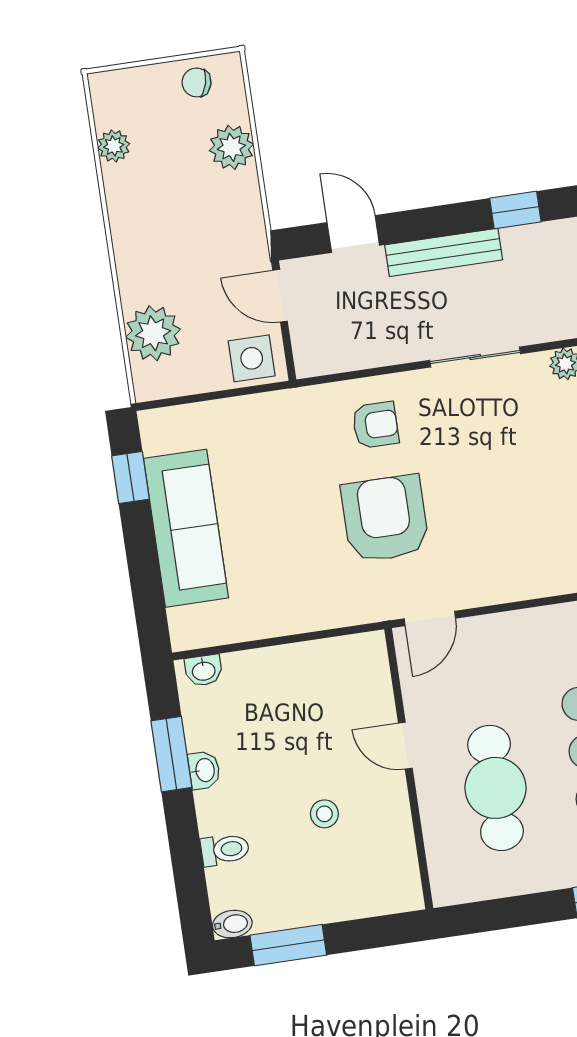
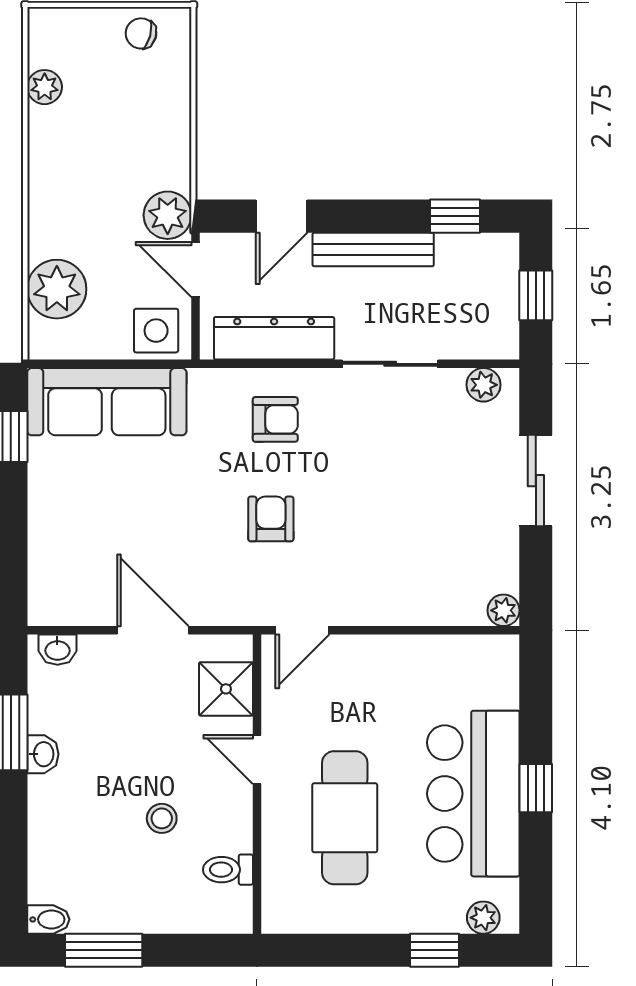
plant: (231, 147) -> (168, 215), moved
door: (353, 234) -> (282, 216), swing flipped
dresser: (363, 349) -> (274, 338), added
armchair: (385, 519) -> (271, 519), width x0.53, depth x0.53
sofa: (186, 528) -> (107, 402), moved, turned 90
door: (290, 639) -> (153, 630), added
shower: (367, 684) -> (226, 689), added
toilet: (225, 850) -> (228, 870), moved, turned 180

